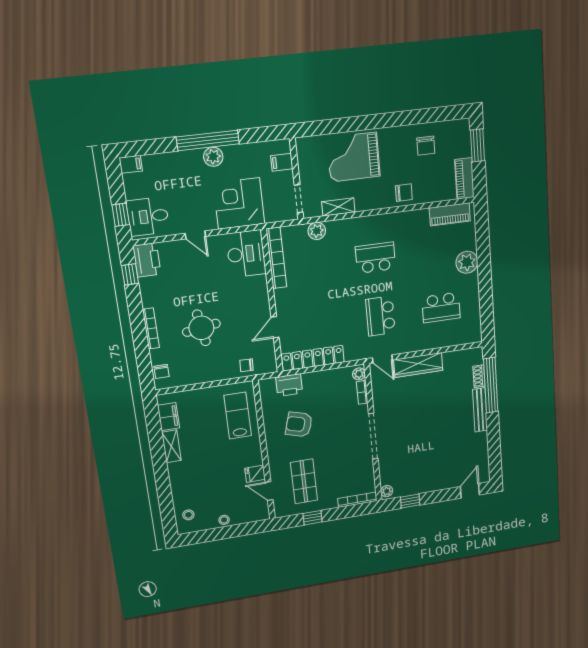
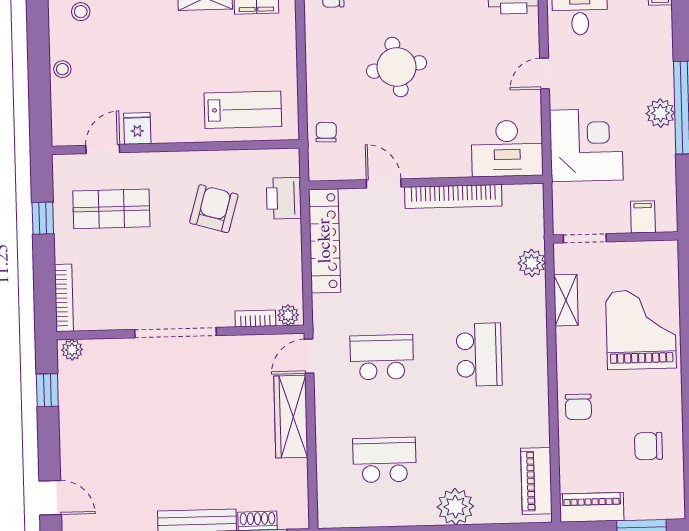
bookcase: (276, 258) -> (453, 196), moved
school desk: (441, 307) -> (384, 460), turned 90

